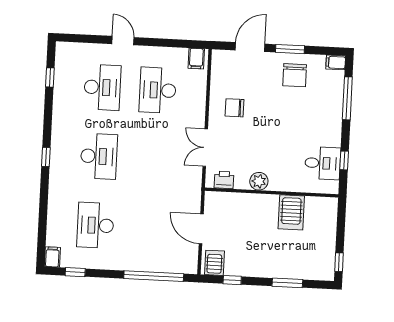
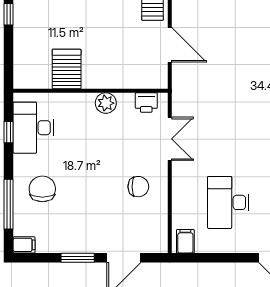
chair: (295, 75) -> (42, 189), moved
desk: (158, 90) -> (228, 202), turned 180
desk: (323, 163) -> (33, 128), width x1.37

